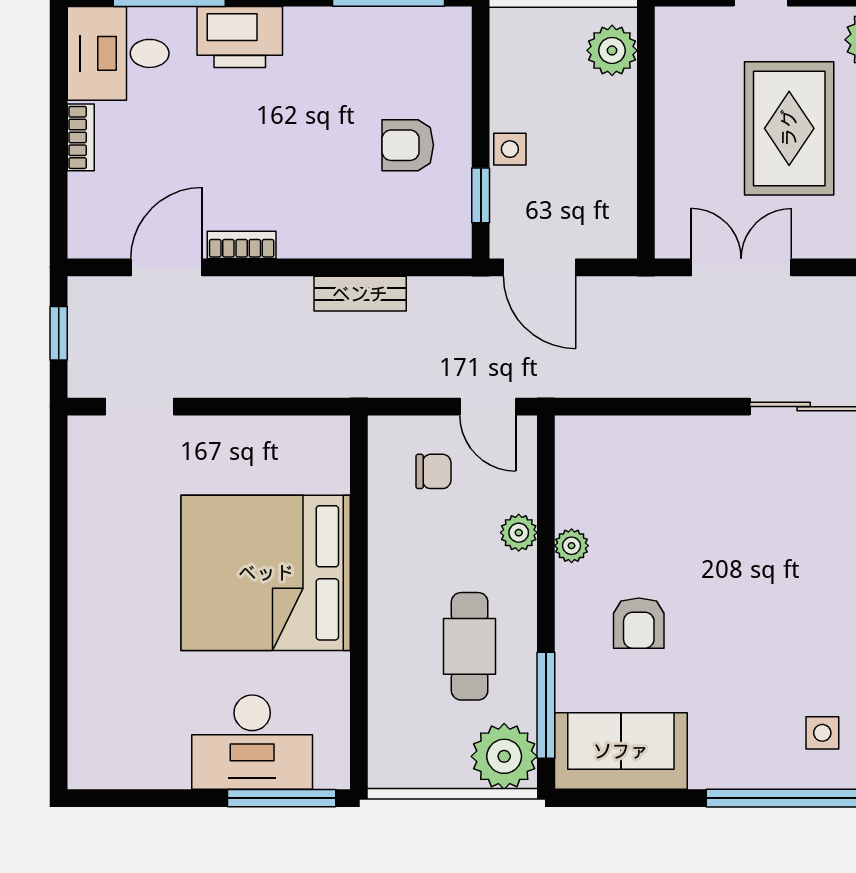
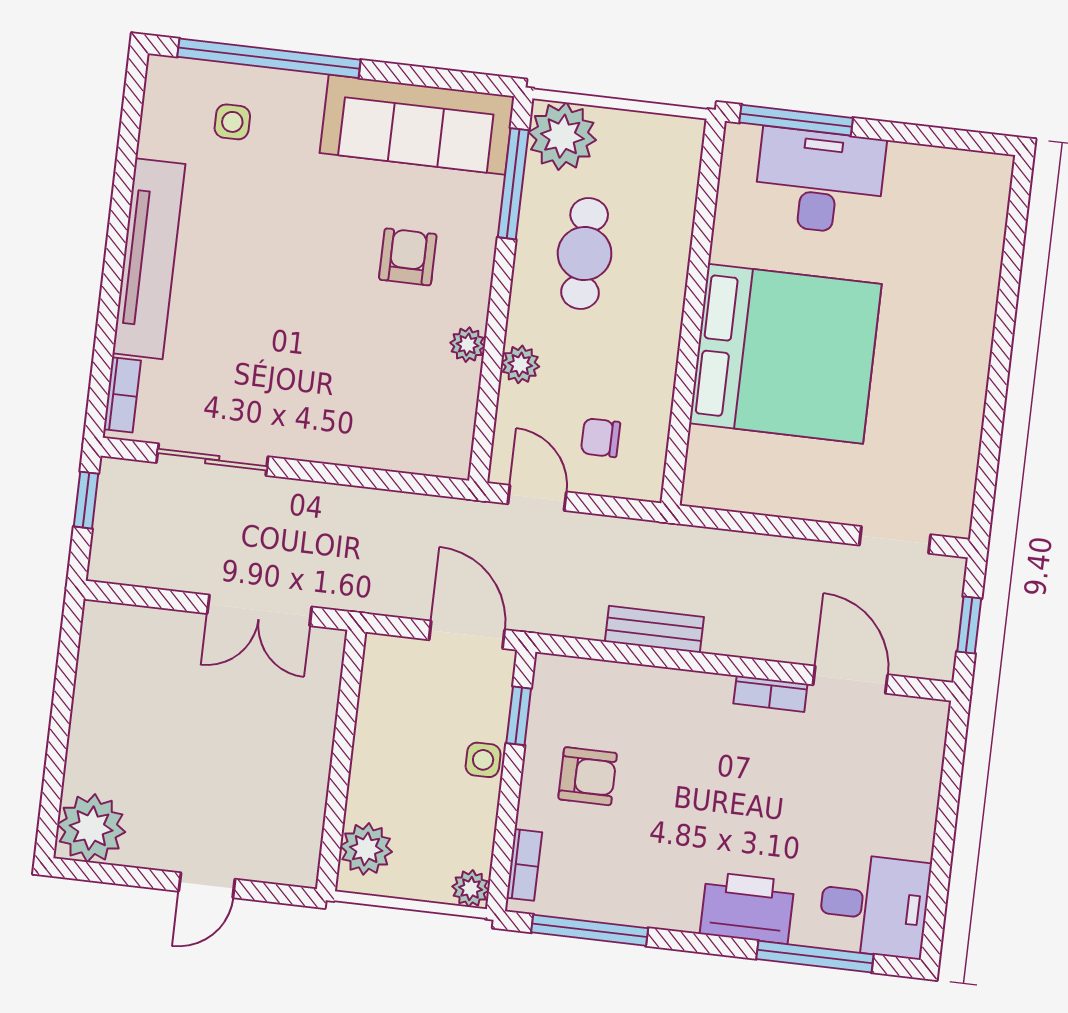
plant: (507, 24) -> (471, 888), added
rug: (789, 128) -> (193, 747), removed
bookcase: (81, 137) -> (524, 865), moved, turned 180
door: (167, 267) -> (850, 680), swing flipped
sofa: (621, 751) -> (417, 125), width x1.36

